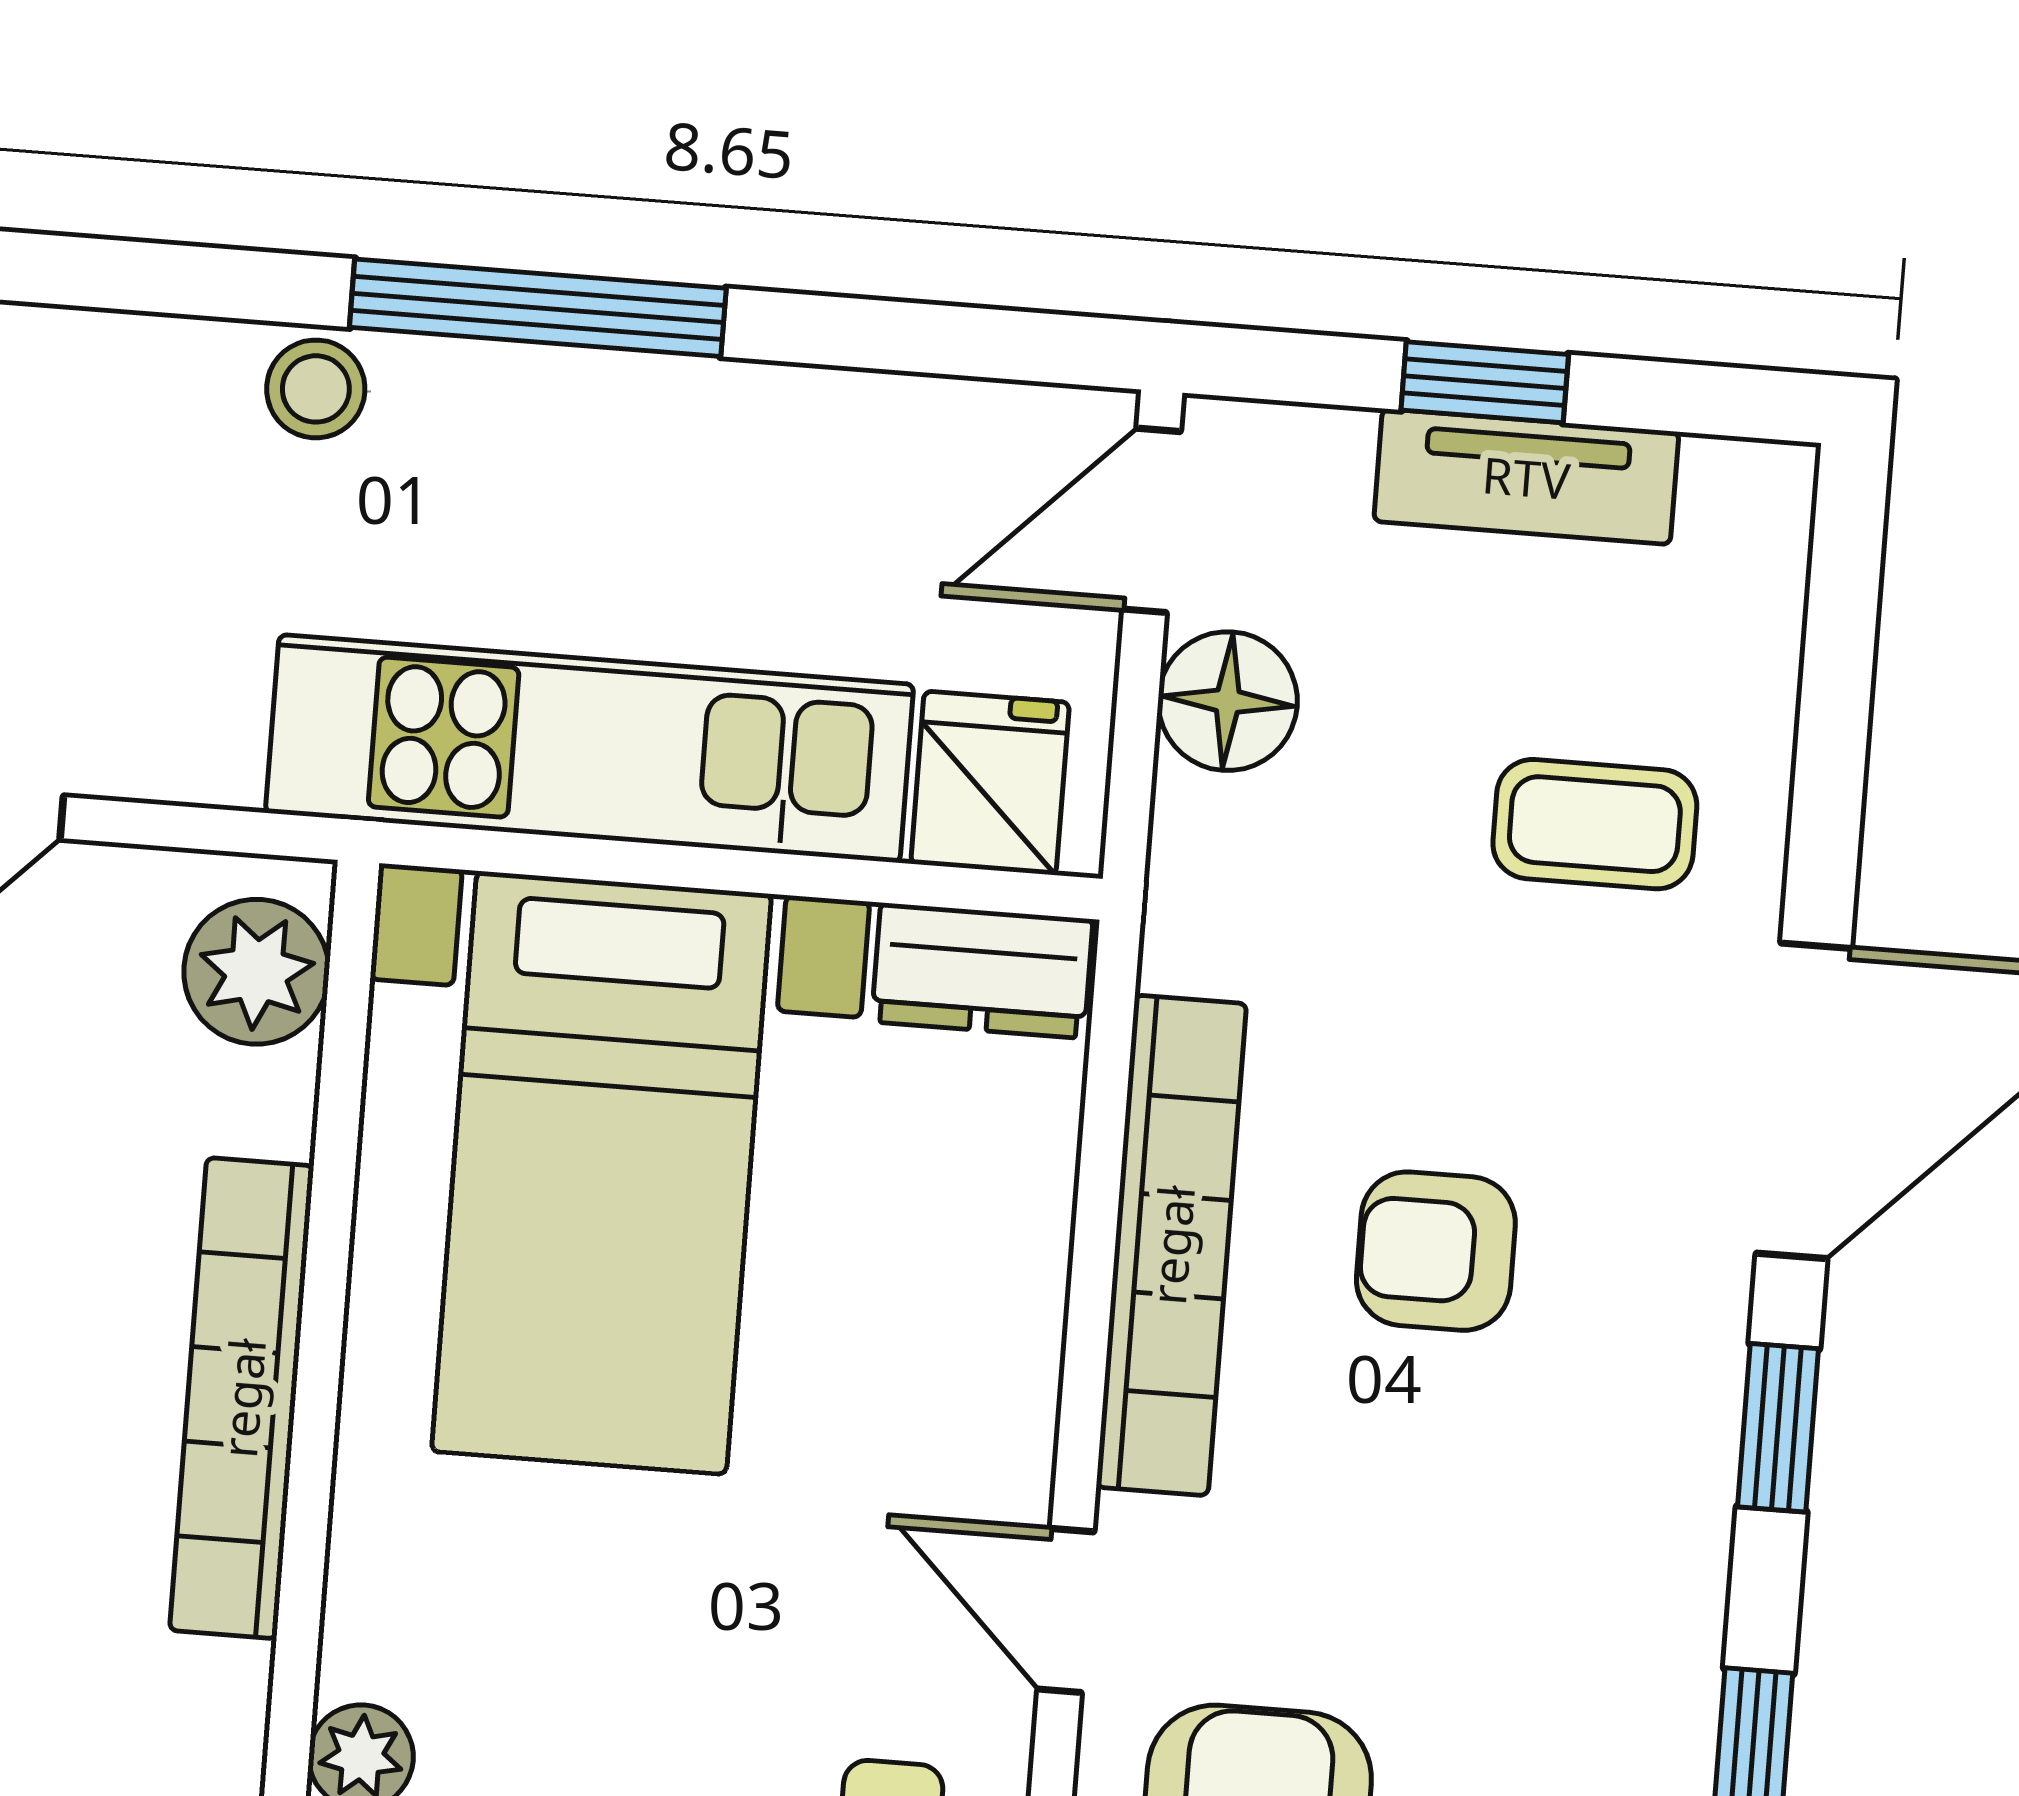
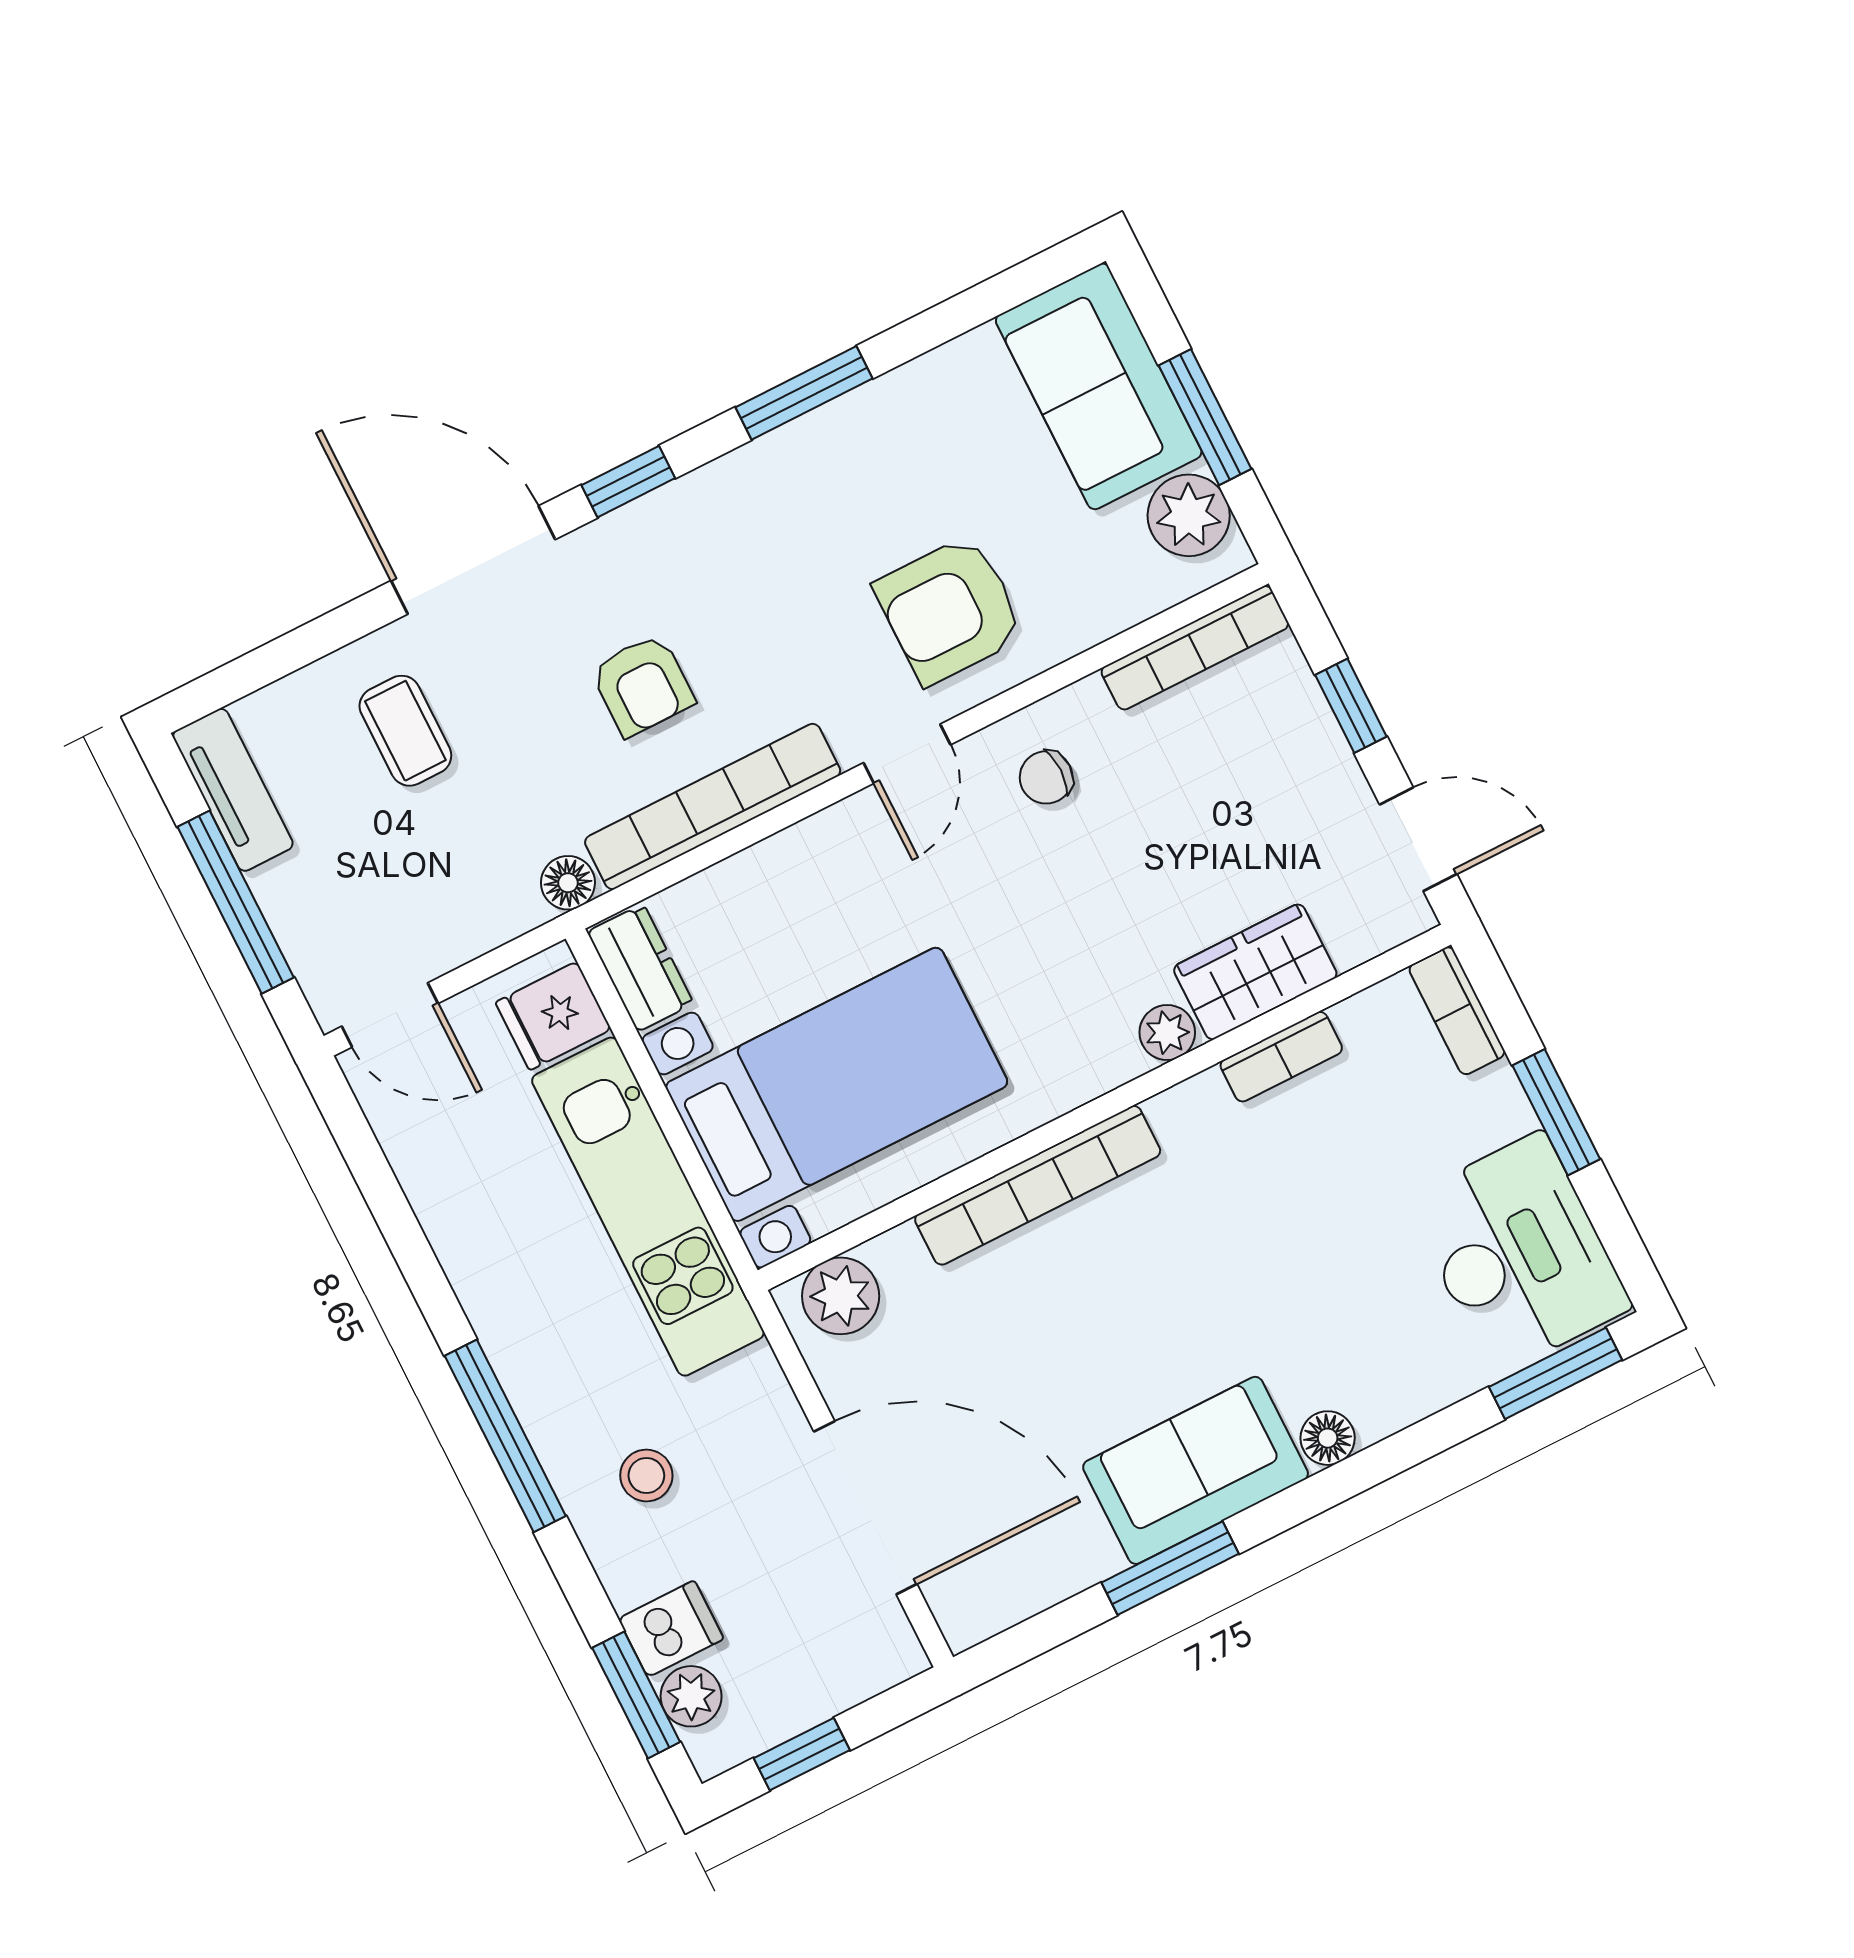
window: (538, 308) -> (505, 1436), moved
window: (1485, 382) -> (236, 902), width x2.17
stool: (316, 389) -> (646, 1475), moved
tv unit: (1526, 477) -> (233, 790), moved
floor lamp: (1228, 701) -> (568, 883), moved, width x0.73, depth x0.73

